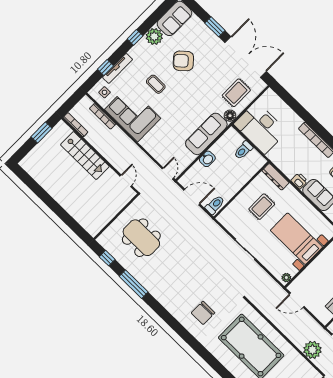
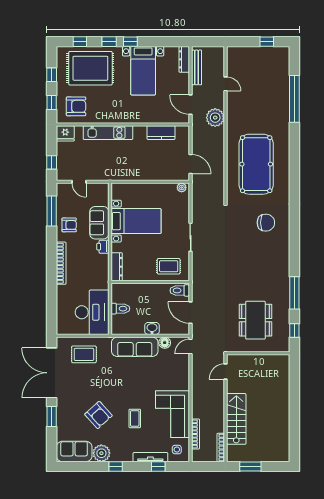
floor lamp: (230, 116) -> (165, 343), moved
rug: (262, 207) -> (169, 266), moved
bed with nightstands: (296, 239) -> (136, 221), moved, turned -90

